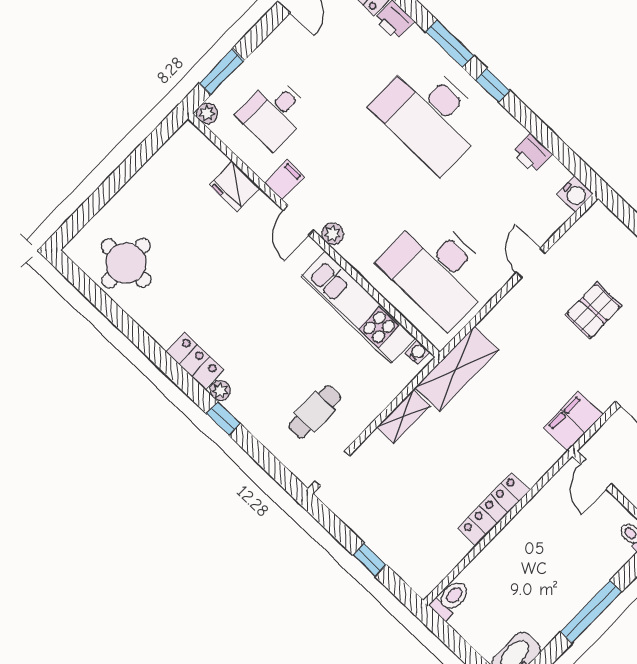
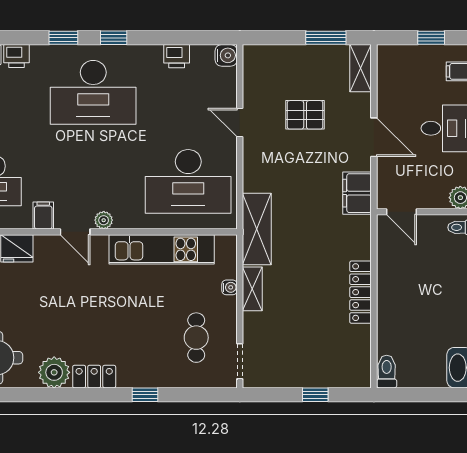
window: (450, 44) -> (63, 38), width x0.67
pallet: (593, 311) -> (305, 115), turned 90
water cooler: (417, 352) -> (229, 287), moved, turned 90
plant: (220, 390) -> (54, 372), moved, width x1.88, depth x1.88

